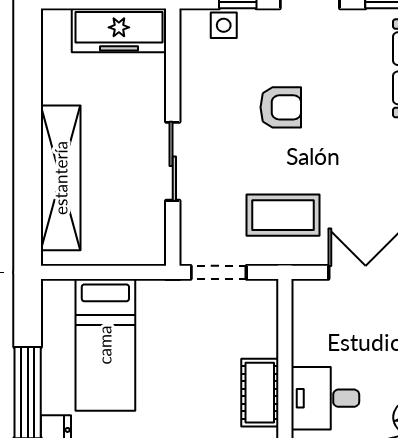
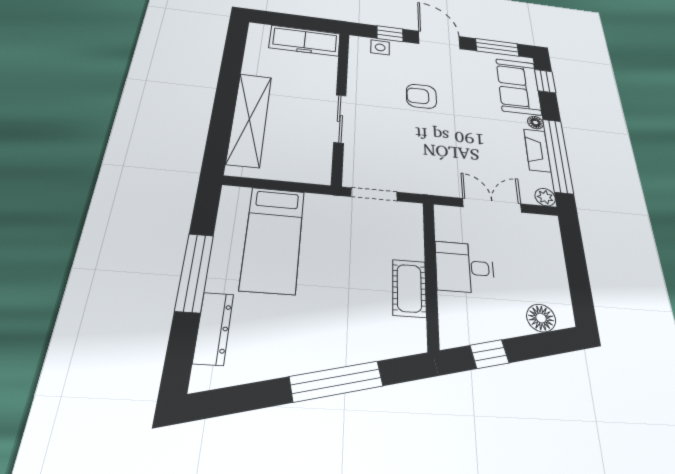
armchair: (281, 107) -> (421, 96), turned 180
coffee table: (283, 215) -> (425, 161), removed
desk: (325, 398) -> (465, 267), moved

